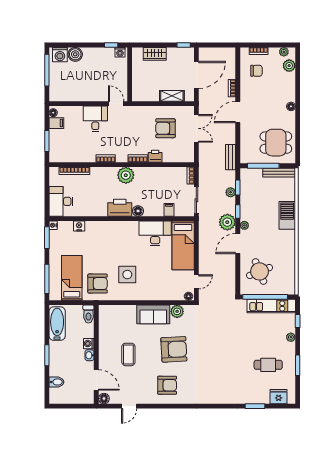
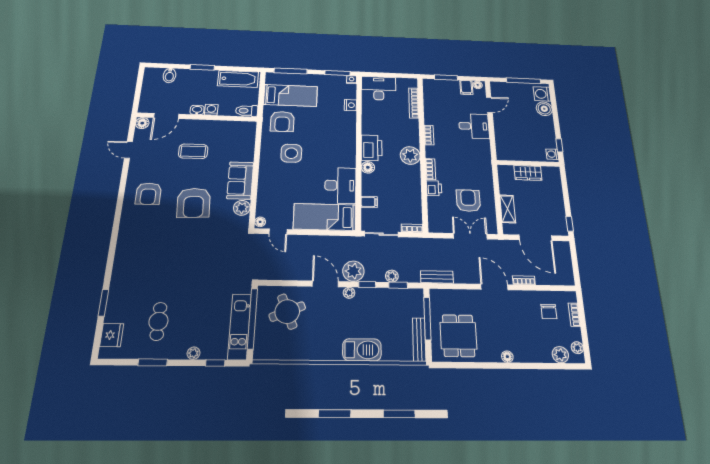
wardrobe: (155, 54) -> (528, 173), moved, turned -90
door: (116, 104) -> (489, 105), moved
double door: (196, 128) -> (470, 236), swing flipped

